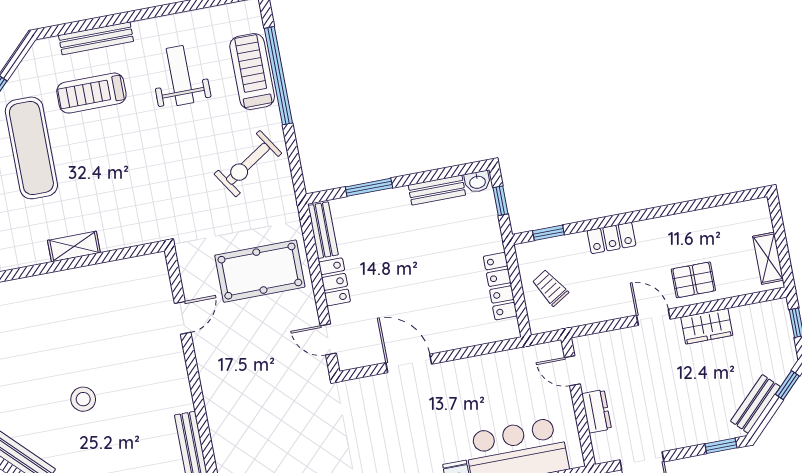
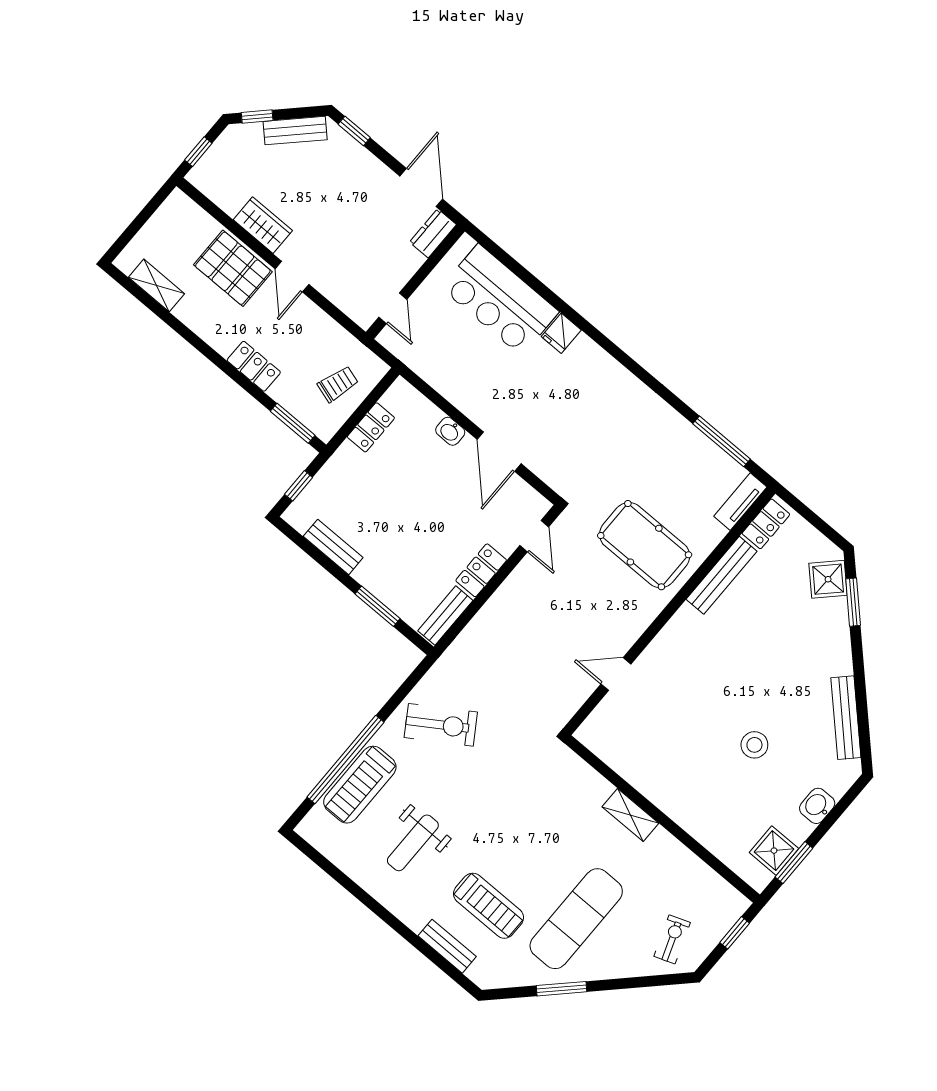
bench: (96, 38) -> (447, 946), width x0.73
washbasin: (477, 182) -> (450, 431), moved, turned 180
window: (548, 233) -> (293, 423), width x1.50
shelving: (768, 258) -> (156, 285), moved, turned 90
pool table: (260, 271) -> (645, 545), moved
pallet: (693, 280) -> (233, 268), width x1.50, depth x1.42
locker: (500, 286) -> (371, 427), width x0.66
trolley: (550, 288) -> (338, 384), turned -131
stool: (83, 399) -> (754, 745), moved
dresser: (597, 411) -> (433, 233), moved

